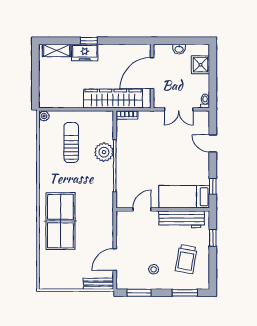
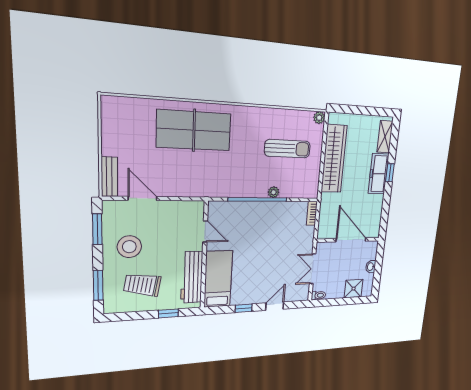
freezer: (85, 52) -> (378, 174), width x1.40
wardrobe: (113, 99) -> (334, 159), moved
plant: (104, 152) -> (274, 192), width x0.53, depth x0.53
window: (213, 186) -> (244, 308), moved
stool: (154, 269) -> (129, 247), width x1.89, depth x1.89

